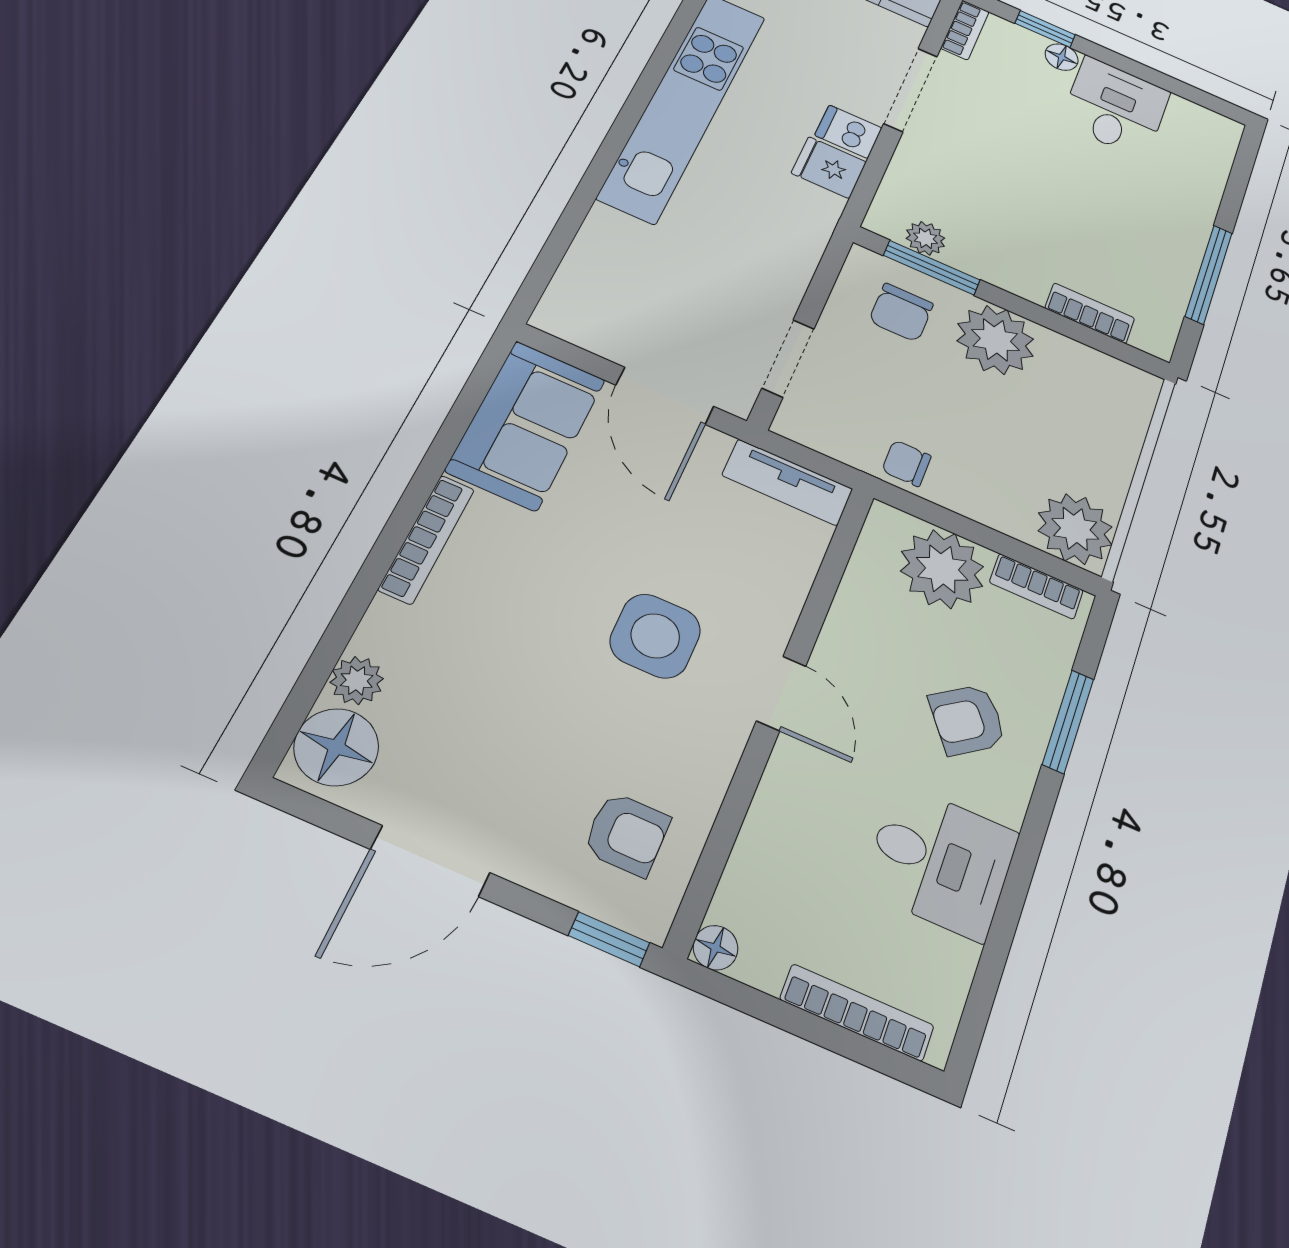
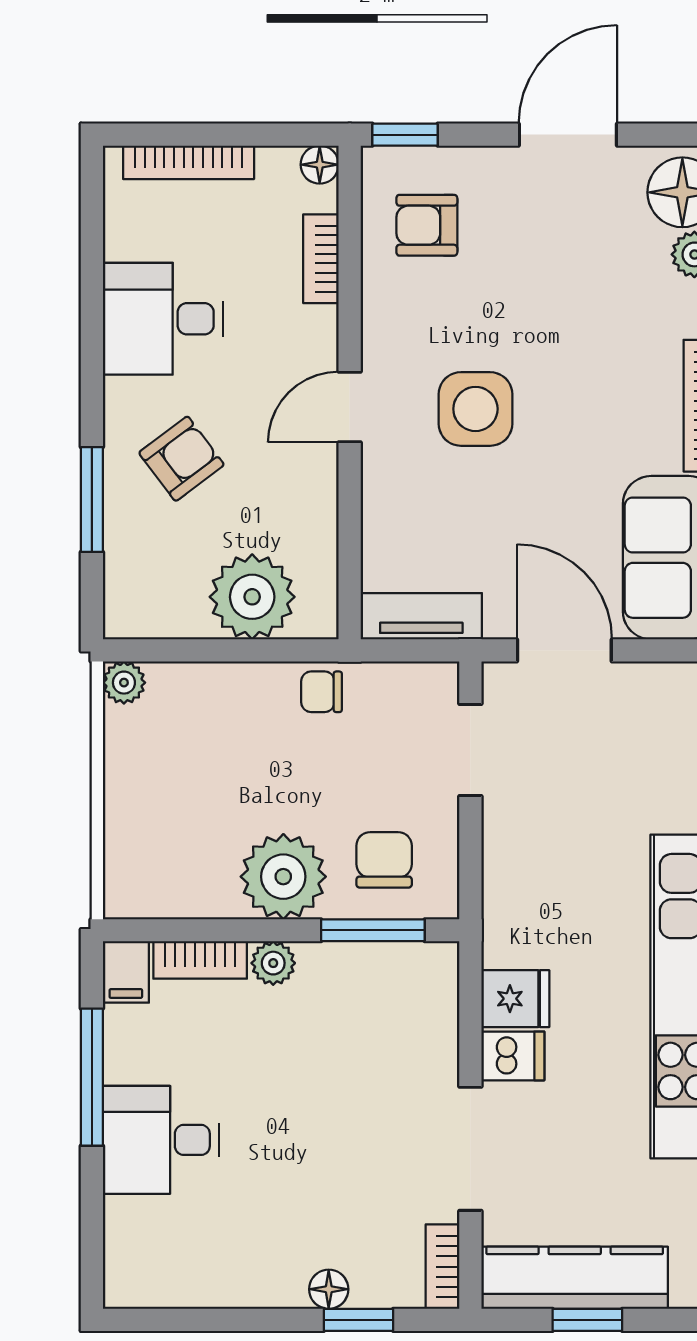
desk: (1115, 107) -> (161, 1140), moved, turned 90
plant: (925, 238) -> (273, 963), moved
filing cabinet: (1157, 333) -> (126, 972), added
chair: (906, 463) -> (322, 692), turned 180
plant: (1075, 529) -> (124, 683), width x0.53, depth x0.53
bookcase: (1036, 586) -> (321, 259), moved, turned -90
door: (781, 693) -> (350, 407), hinge flipped

